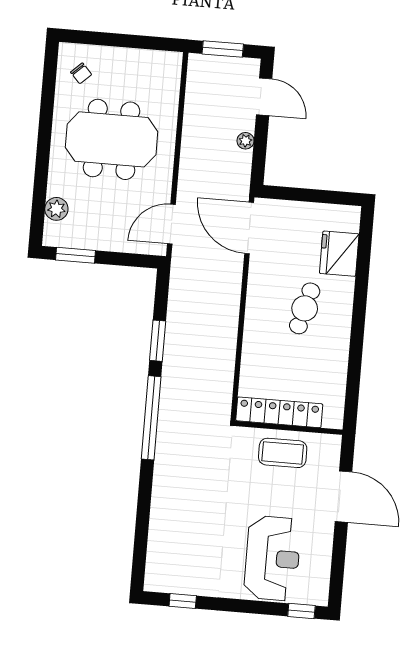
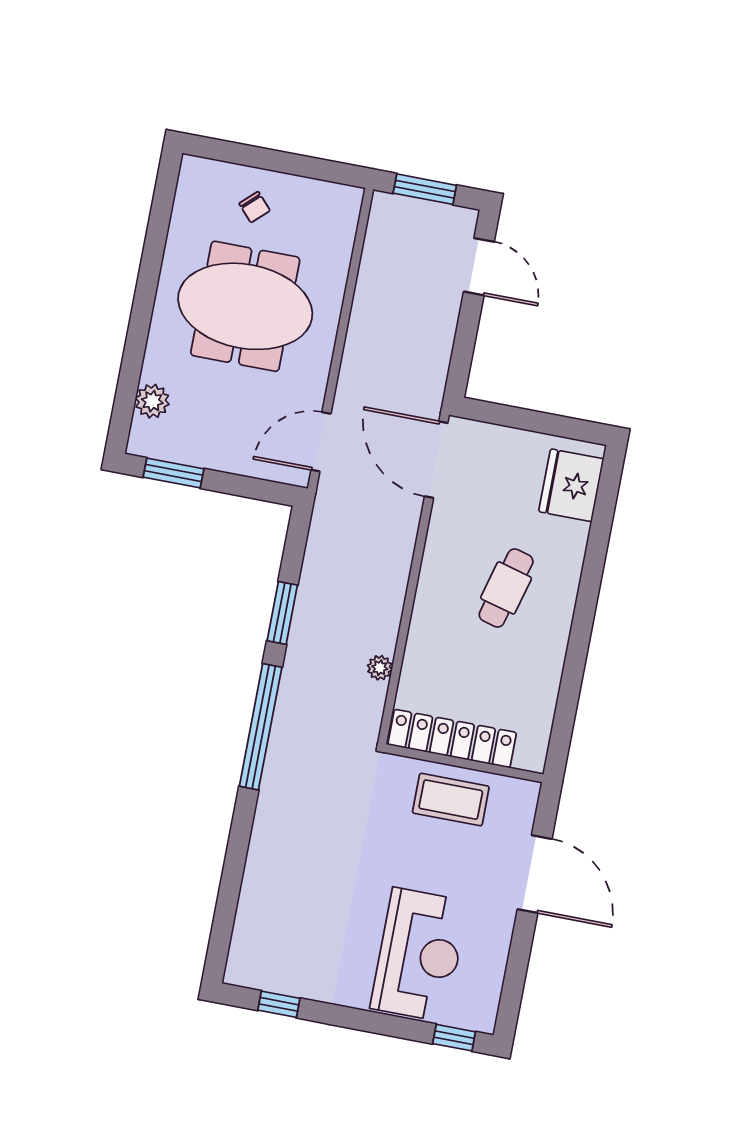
chair: (81, 73) -> (255, 207), moved
plant: (245, 141) -> (380, 668), moved
fridge: (339, 254) -> (571, 485), moved

